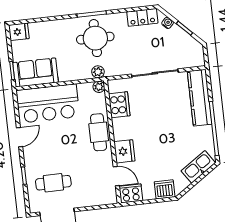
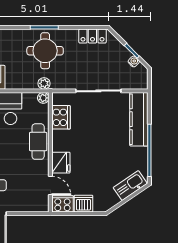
water cooler: (168, 23) -> (134, 61), moved
dishwasher: (165, 189) -> (83, 204), moved

